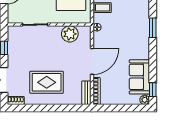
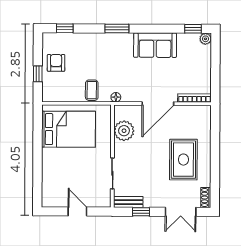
door: (92, 61) -> (158, 104), swing flipped
sofa: (139, 77) -> (155, 45), moved
bench: (86, 93) -> (128, 202), moved

